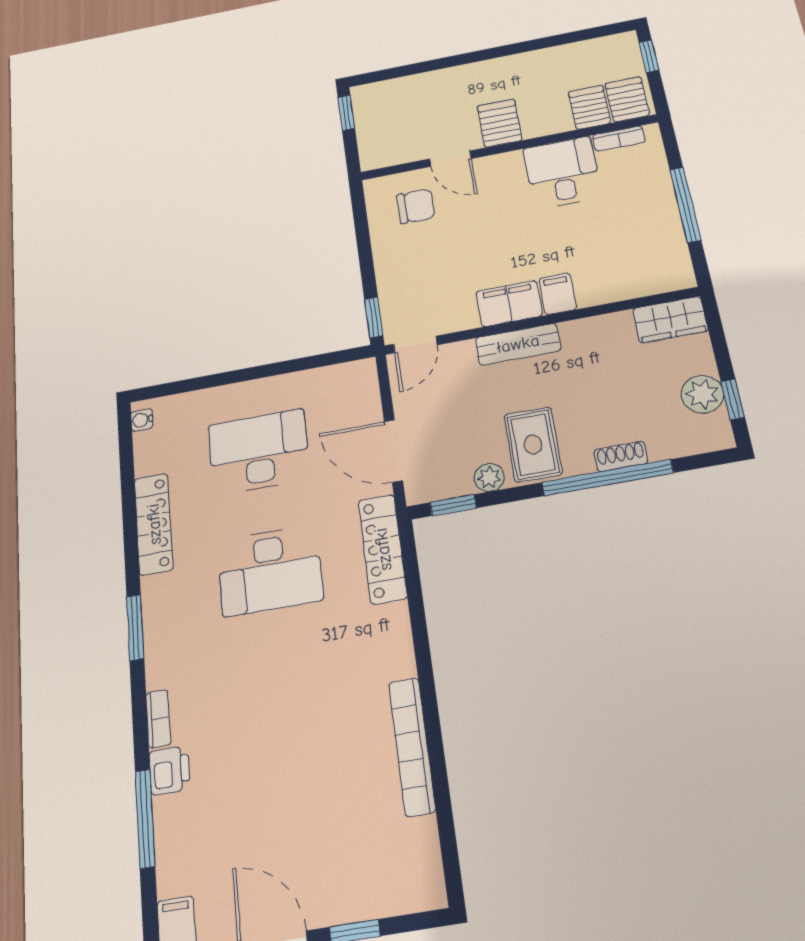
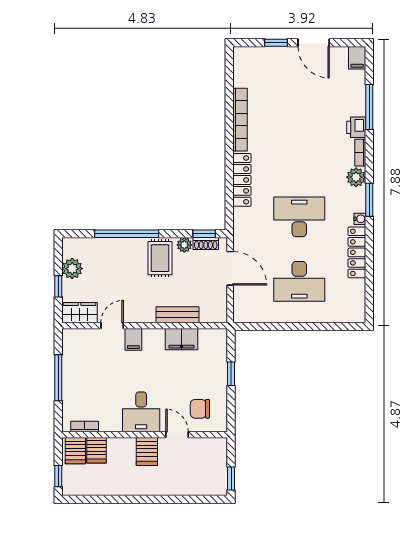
desk: (562, 173) -> (141, 412), moved
filing cabinet: (509, 304) -> (182, 339), moved
window: (374, 317) -> (231, 374), moved
door: (415, 344) -> (112, 326), moved
bench: (518, 344) -> (177, 315), moved
window: (733, 399) -> (58, 286), moved
water cooler: (142, 420) -> (360, 219), moved
shoe rack: (621, 456) -> (206, 243), moved
locker: (383, 549) -> (242, 180), moved
plant: (164, 667) -> (356, 177), added

